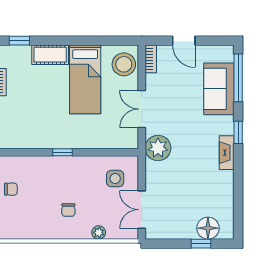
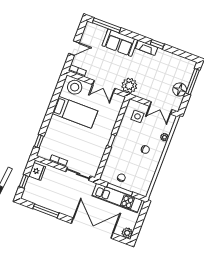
cot: (50, 55) -> (54, 127), removed
sofa: (219, 89) -> (120, 43), moved
window: (238, 132) -> (157, 44), moved
floor lamp: (208, 228) -> (180, 90), moved
window: (201, 244) -> (193, 82), width x2.17

